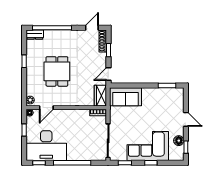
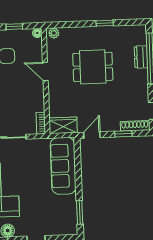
dresser: (35, 35) -> (141, 57), moved
door: (109, 74) -> (92, 135), hinge flipped
sofa: (125, 97) -> (63, 166), width x1.36
door: (46, 108) -> (45, 71), moved

